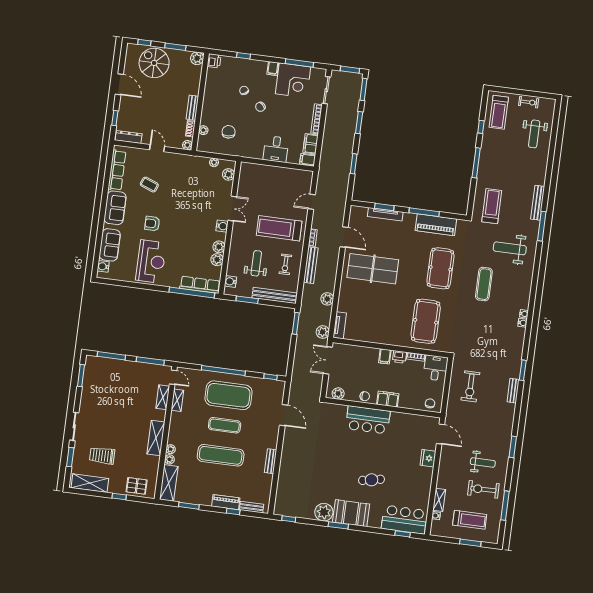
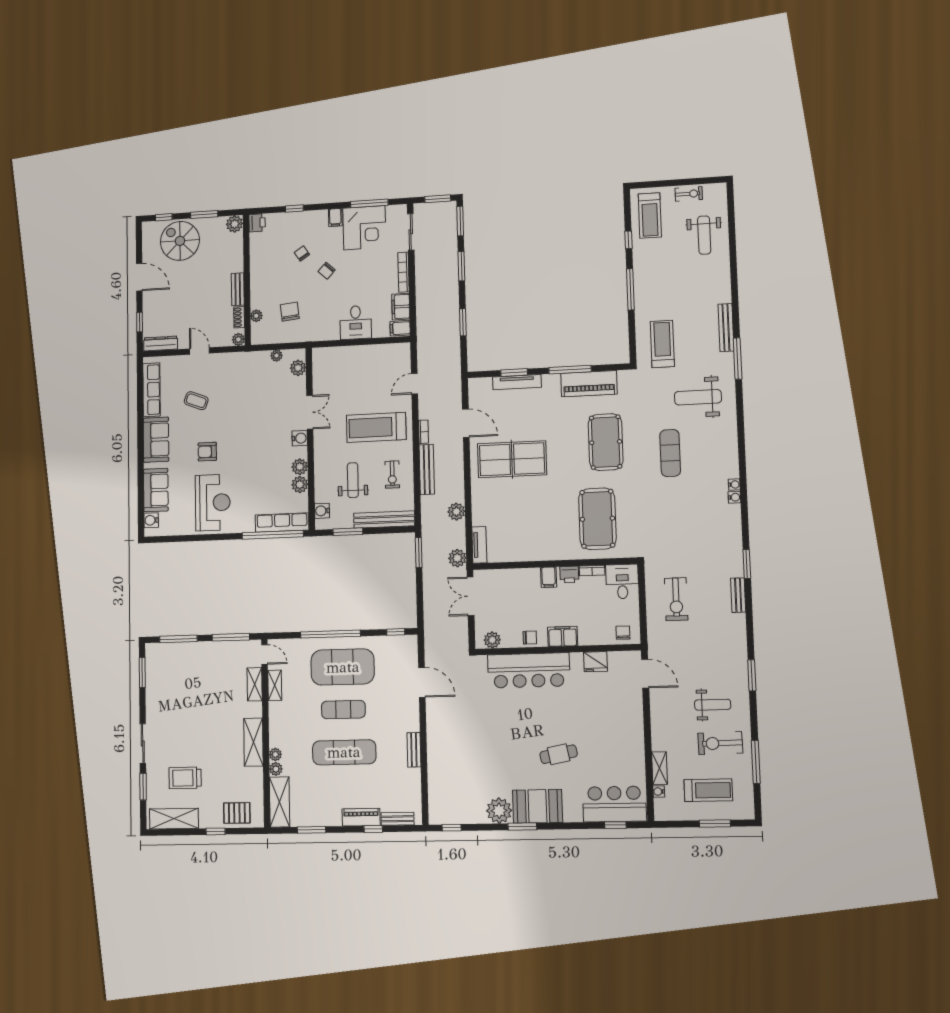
bar counter: (368, 420) -> (529, 670), width x1.36
fridge: (428, 458) -> (595, 662), moved, turned -90

